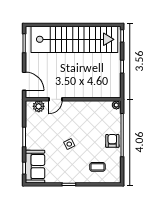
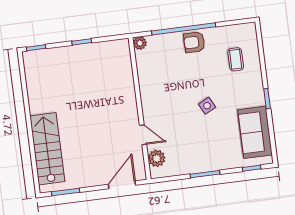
stairs: (74, 39) -> (47, 149), width x0.54, depth x0.66
sofa: (35, 167) -> (255, 132), moved, turned -90

